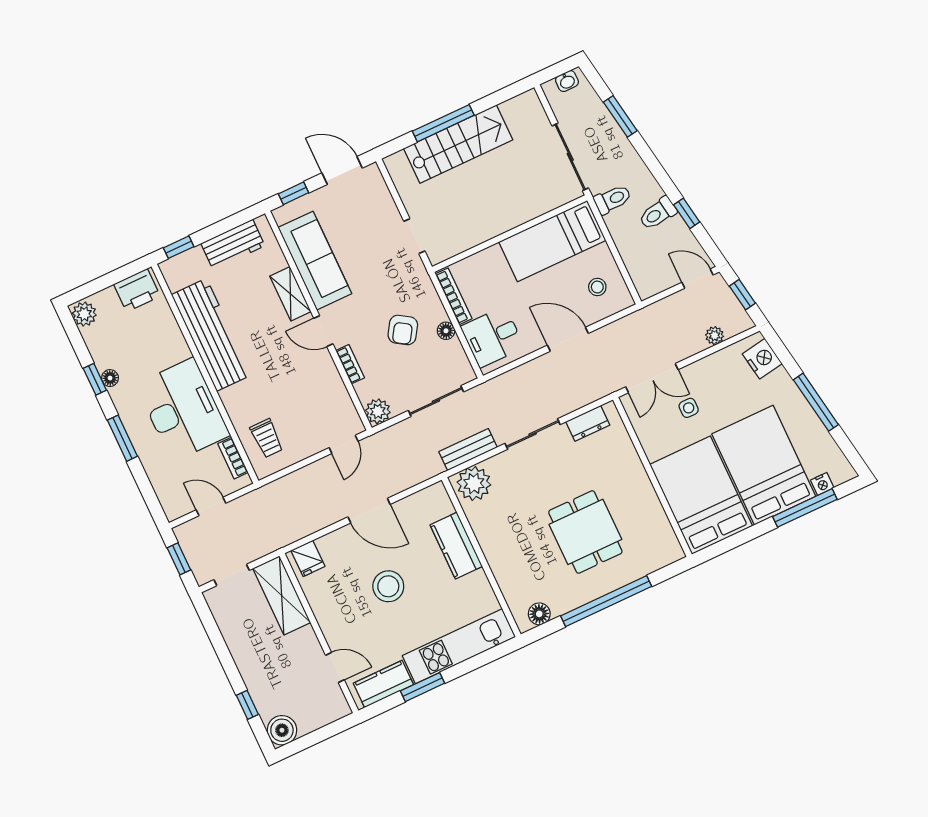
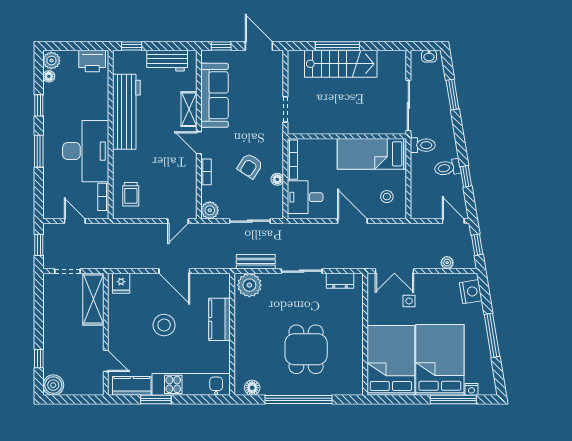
floor lamp: (110, 378) -> (49, 76), moved

